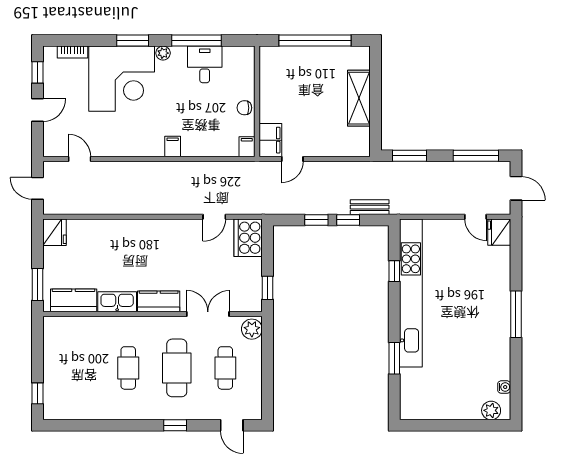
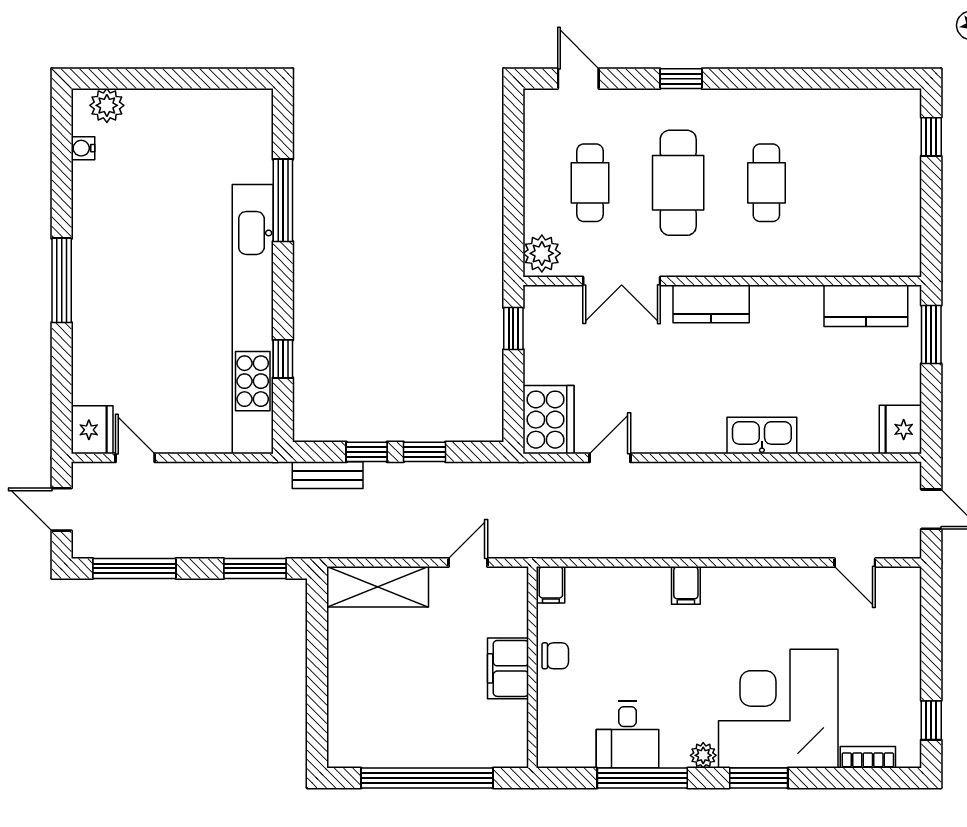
shelving: (359, 98) -> (378, 587), moved, turned 90
door: (38, 110) -> (931, 652), removed
filing cabinet: (270, 140) -> (508, 668), moved
kitchen sink: (117, 302) -> (762, 436), moved, turned 180
window: (394, 358) -> (283, 200), width x1.44

